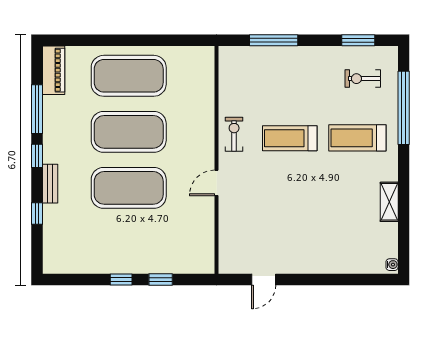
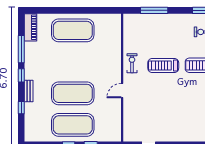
exercise mat: (129, 132) -> (73, 125), moved

